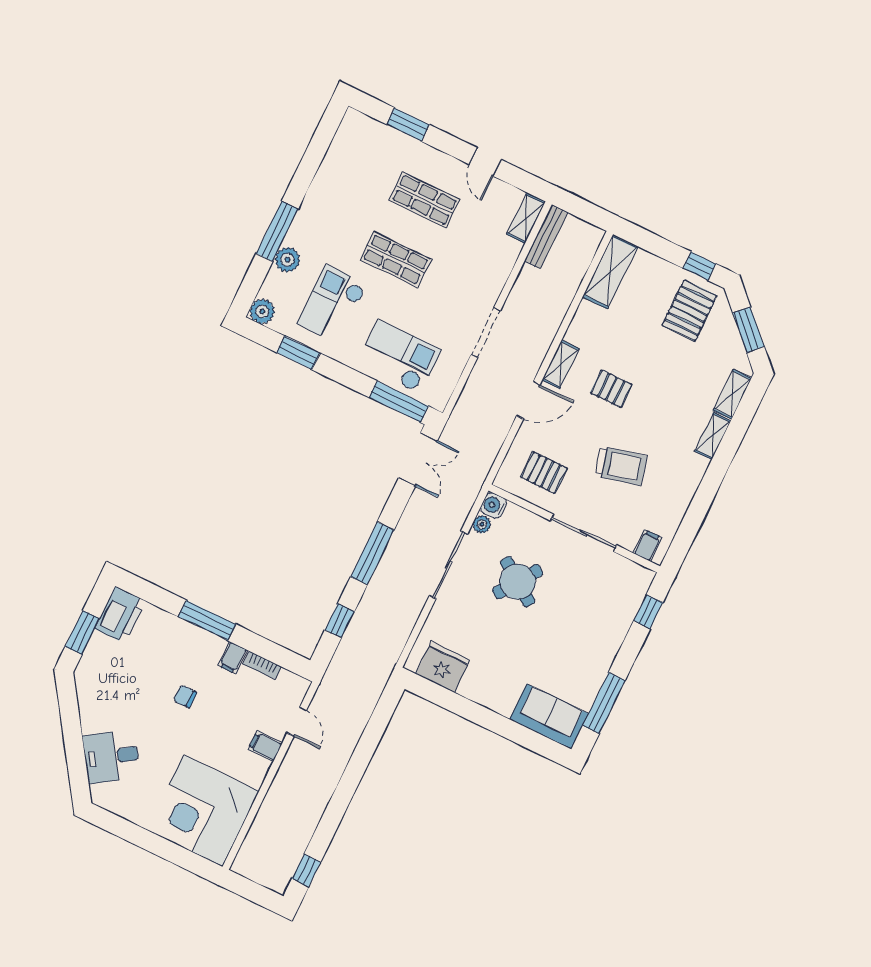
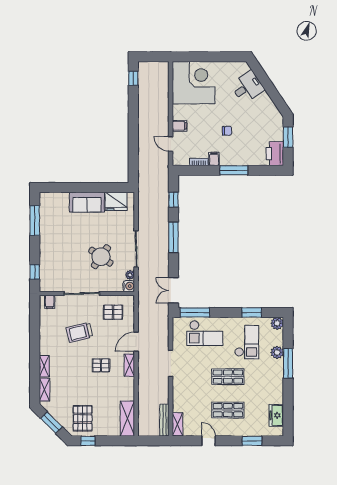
freezer: (343, 149) -> (276, 415), added
sofa: (549, 717) -> (87, 202), moved

